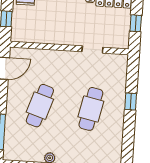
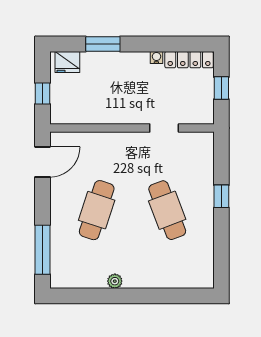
cafe table: (91, 109) -> (167, 210), turned -33

